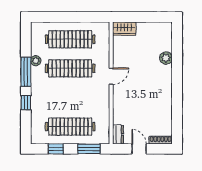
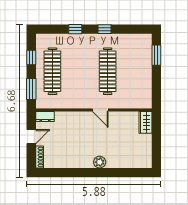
window: (53, 17) -> (156, 55), added
clothes rail: (70, 39) -> (135, 71), removed
plant: (166, 58) -> (100, 162), moved
plant: (36, 61) -> (115, 39), removed
window: (26, 72) -> (104, 29), width x0.46

